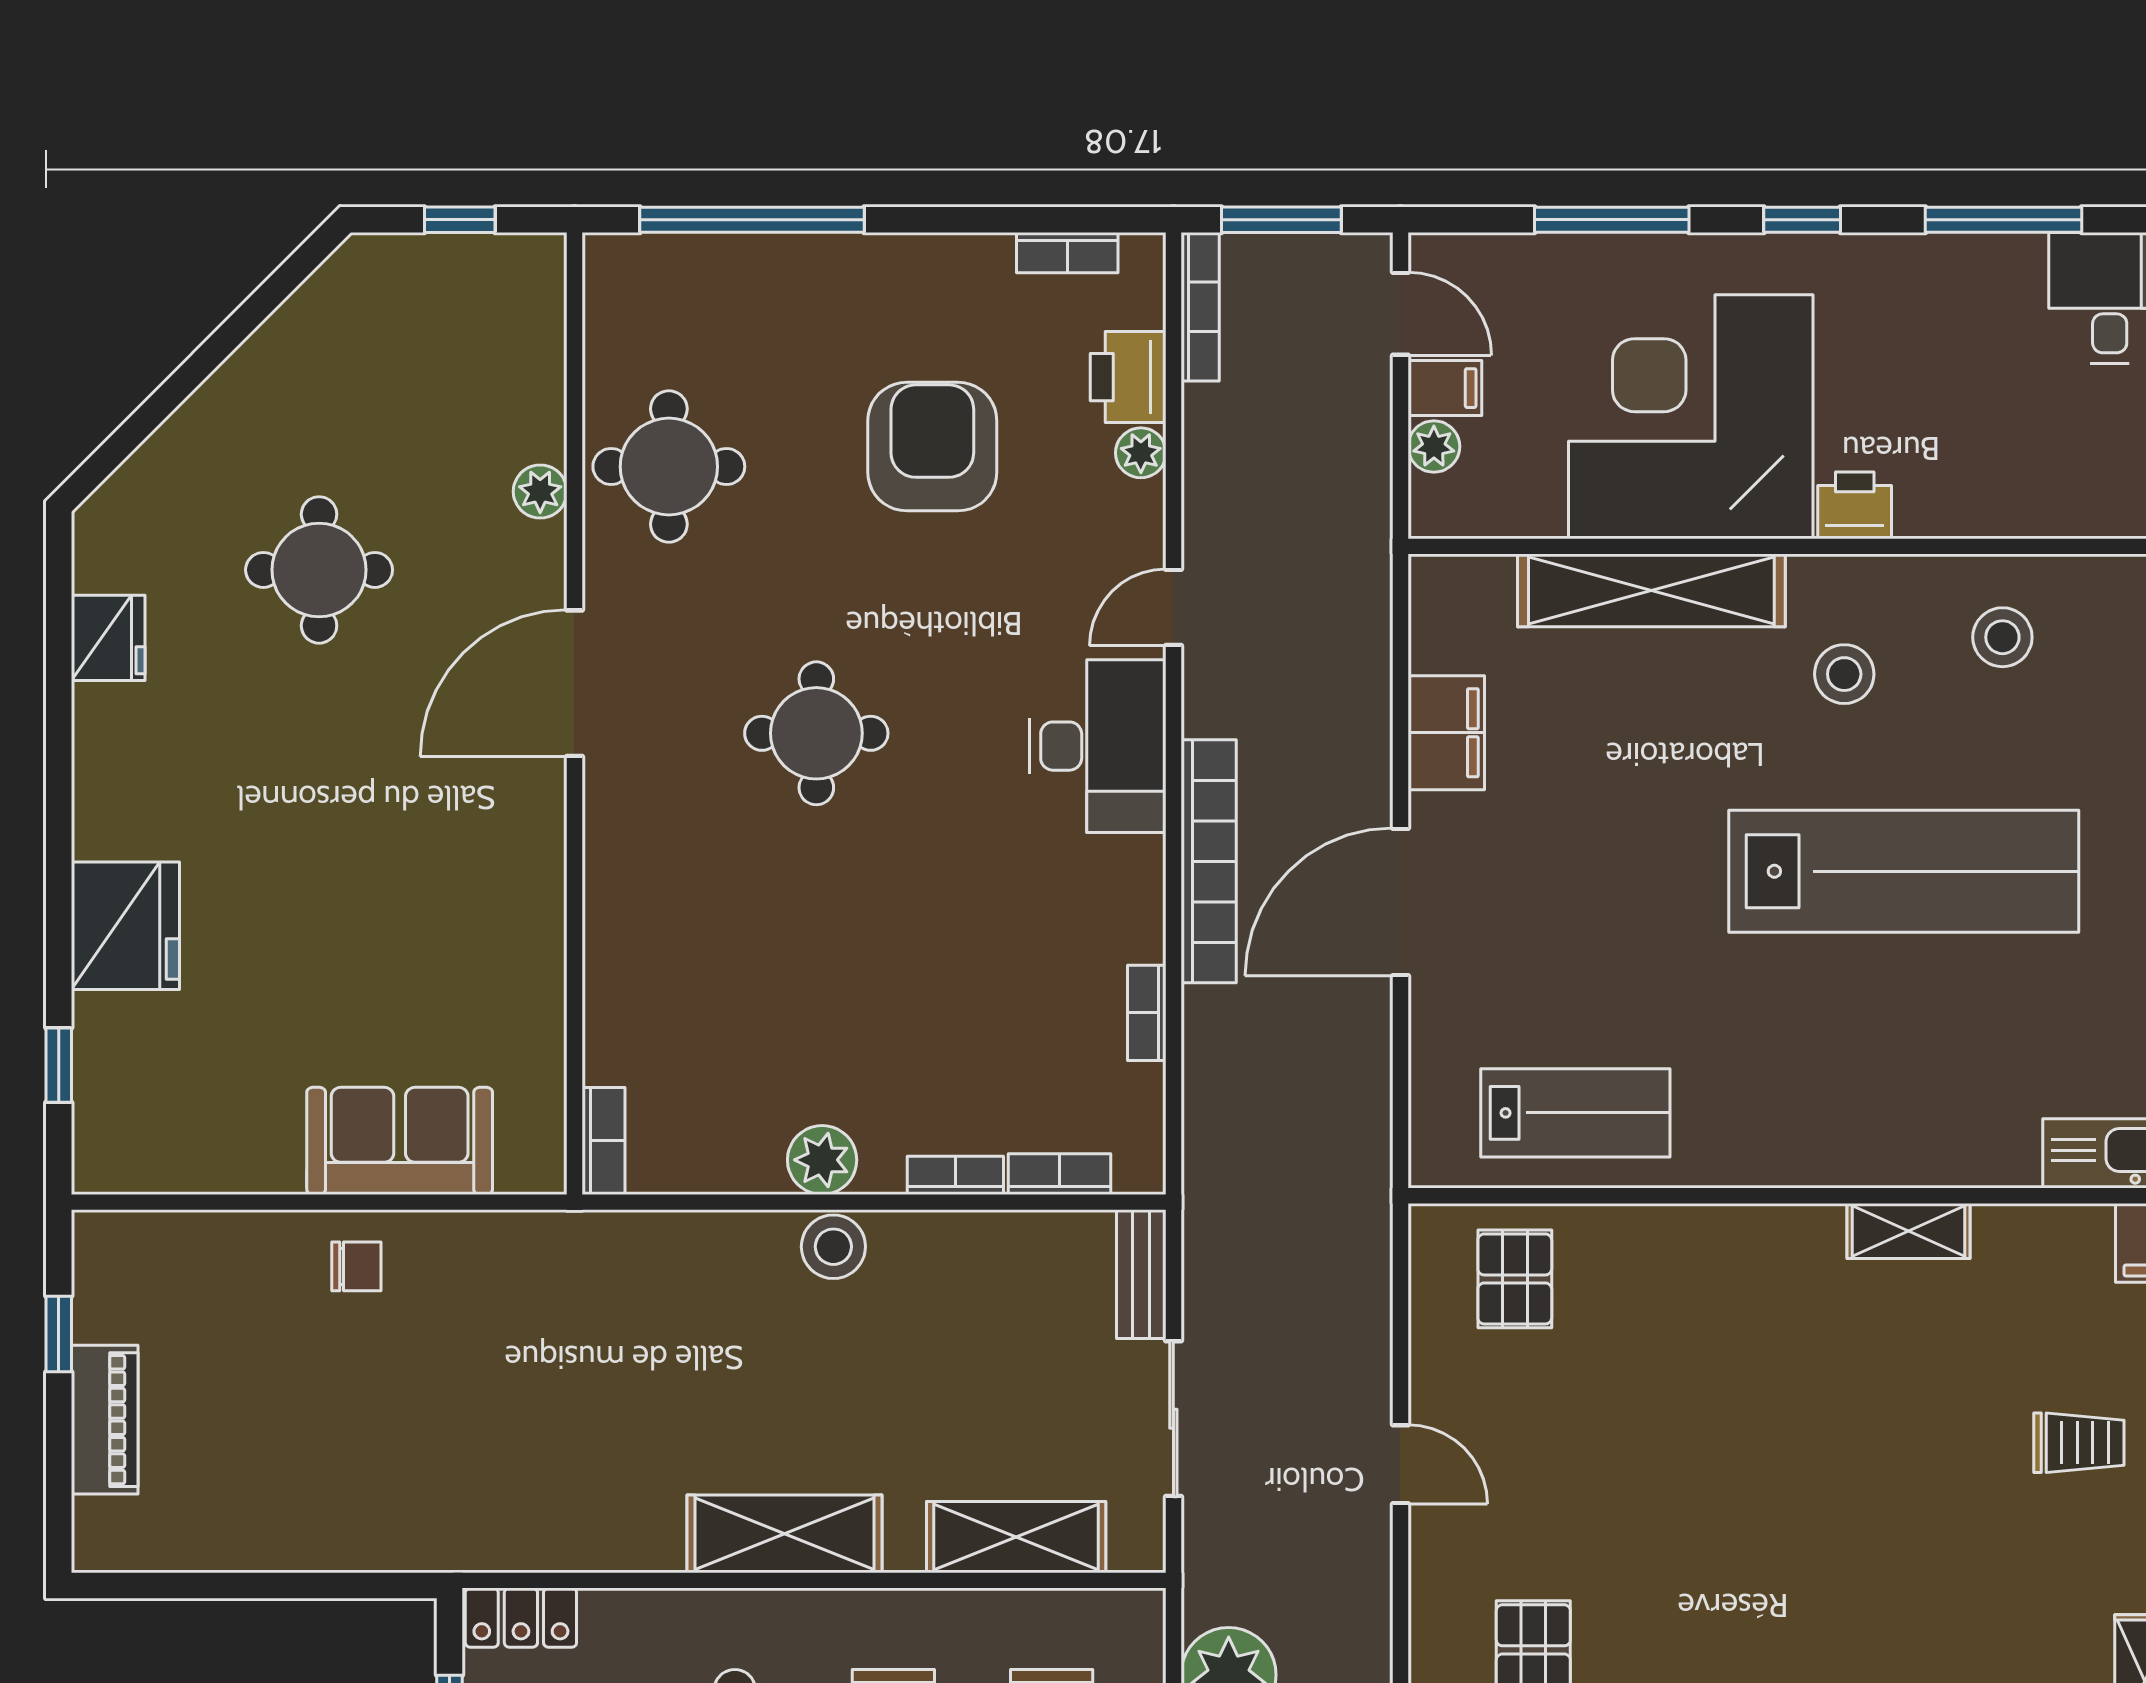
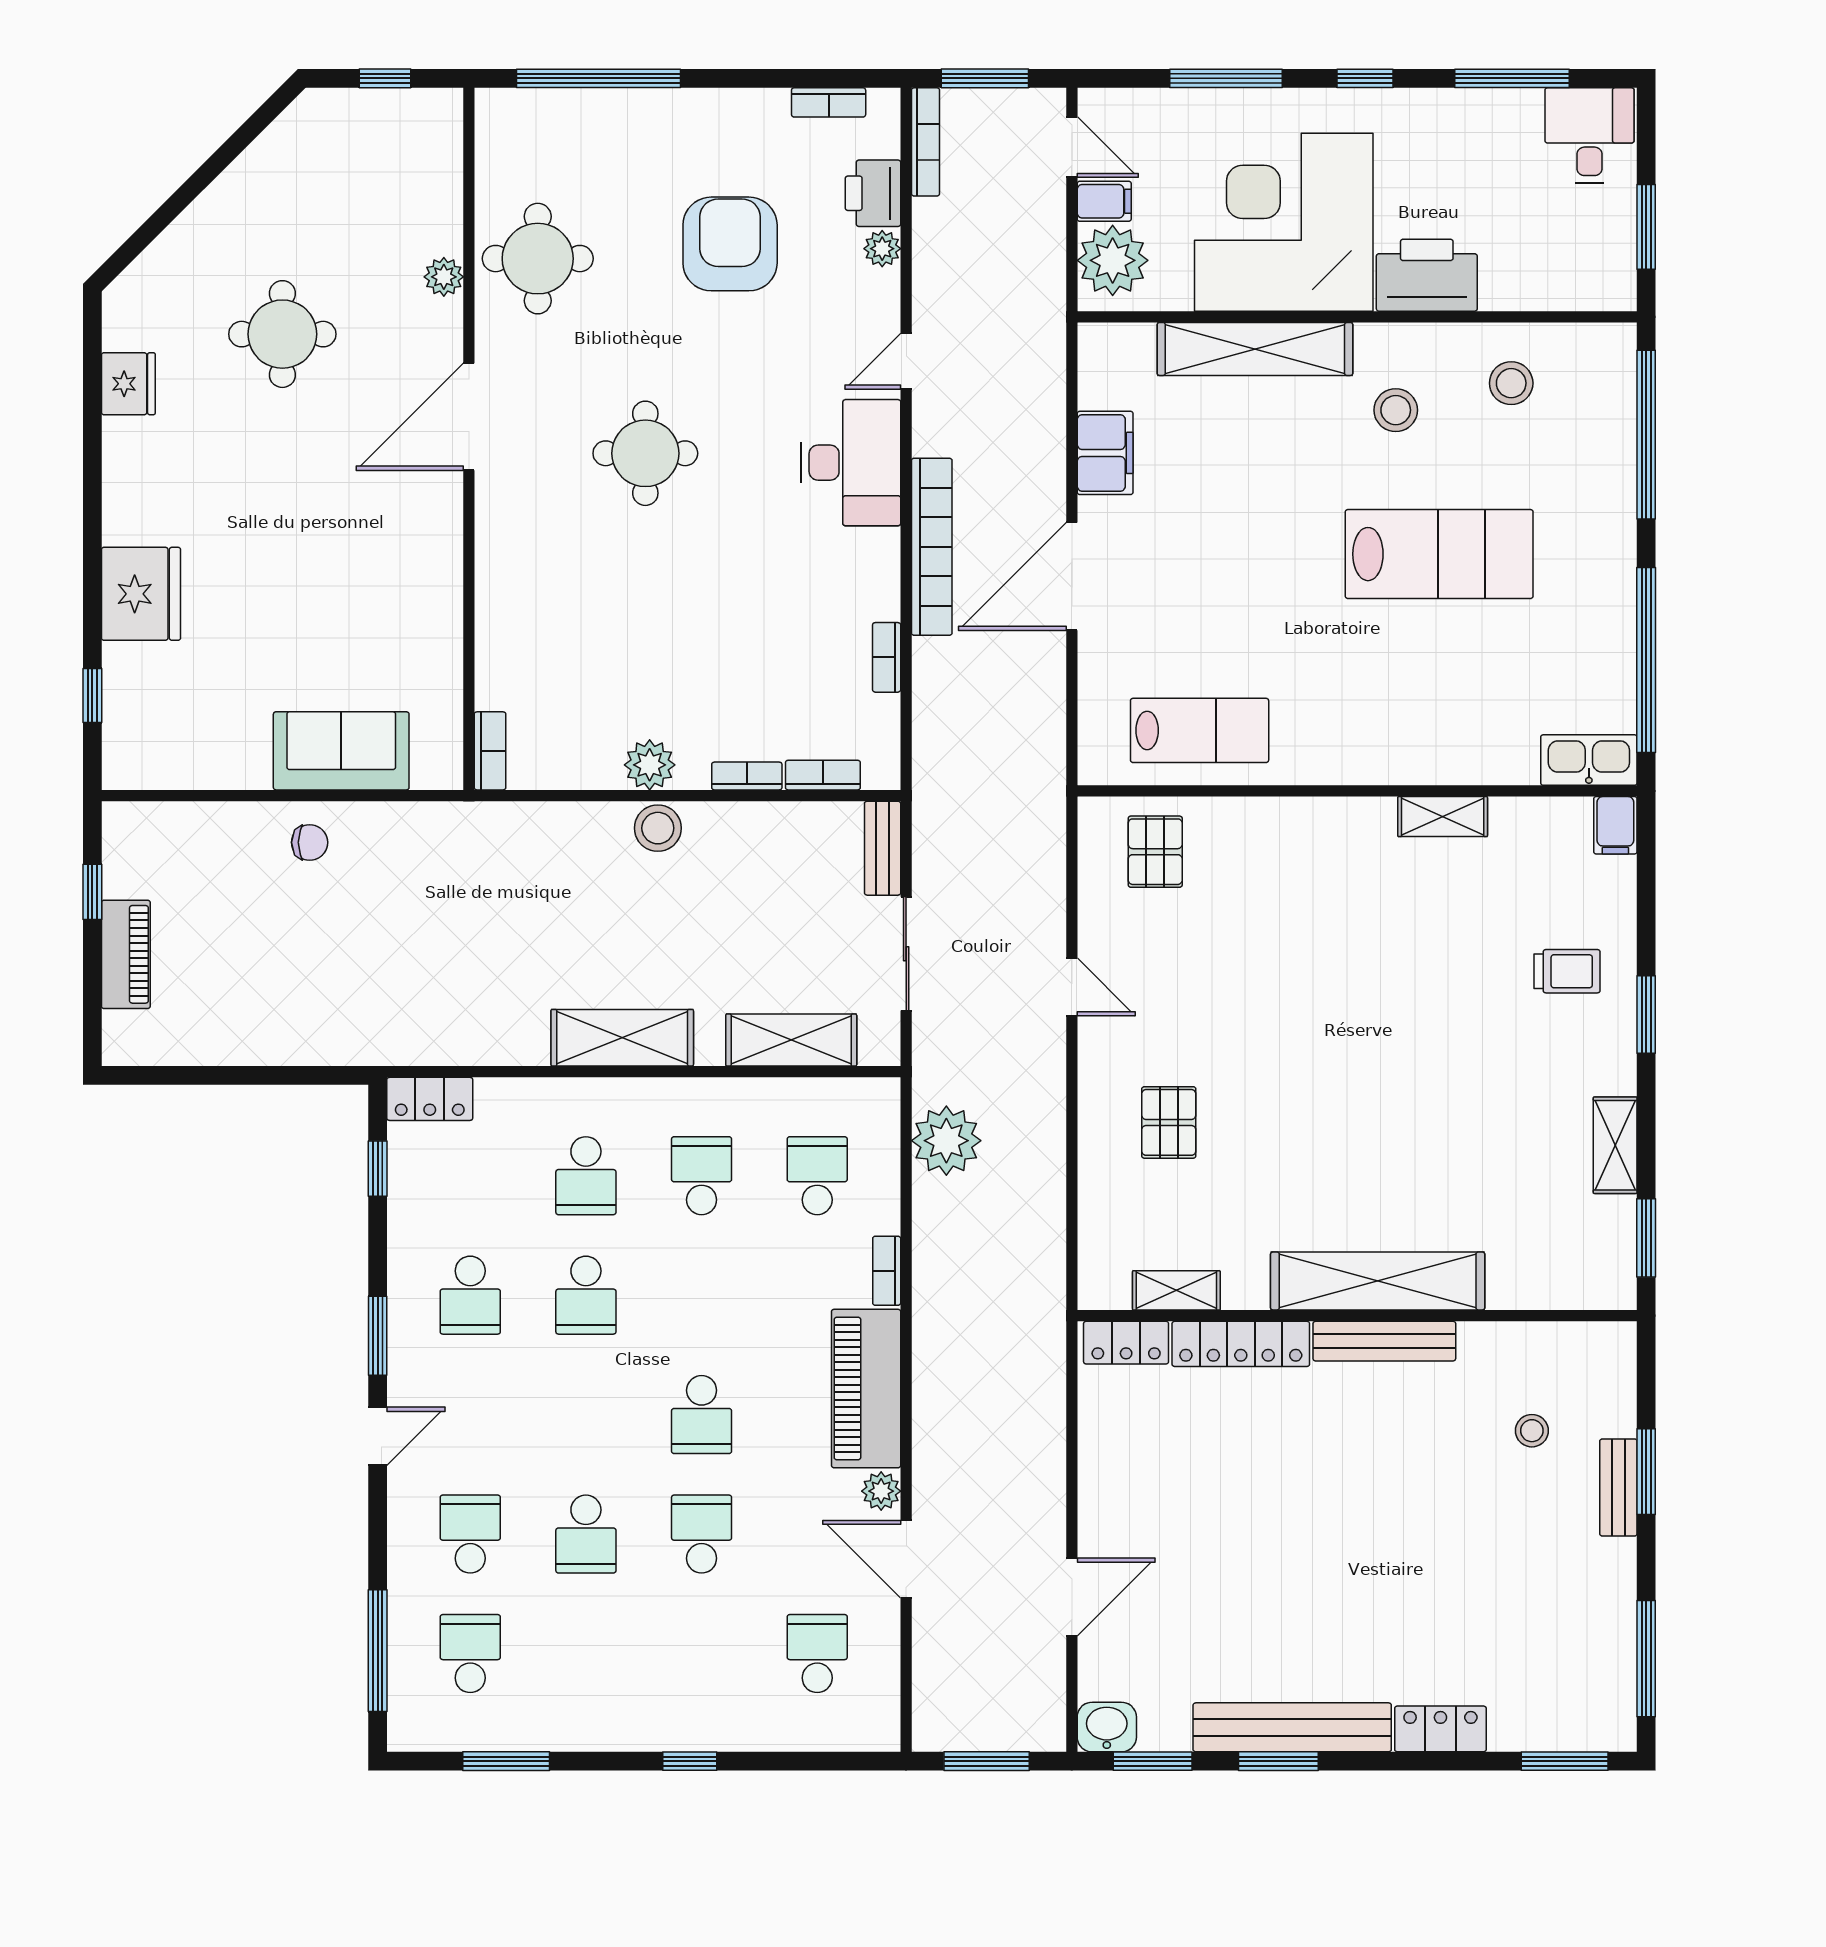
plant: (1434, 446) -> (1113, 260), width x1.87, depth x1.87
printer: (1855, 505) -> (1427, 275), width x1.87, depth x1.48
lab bench: (1904, 871) -> (1439, 554), width x0.73

